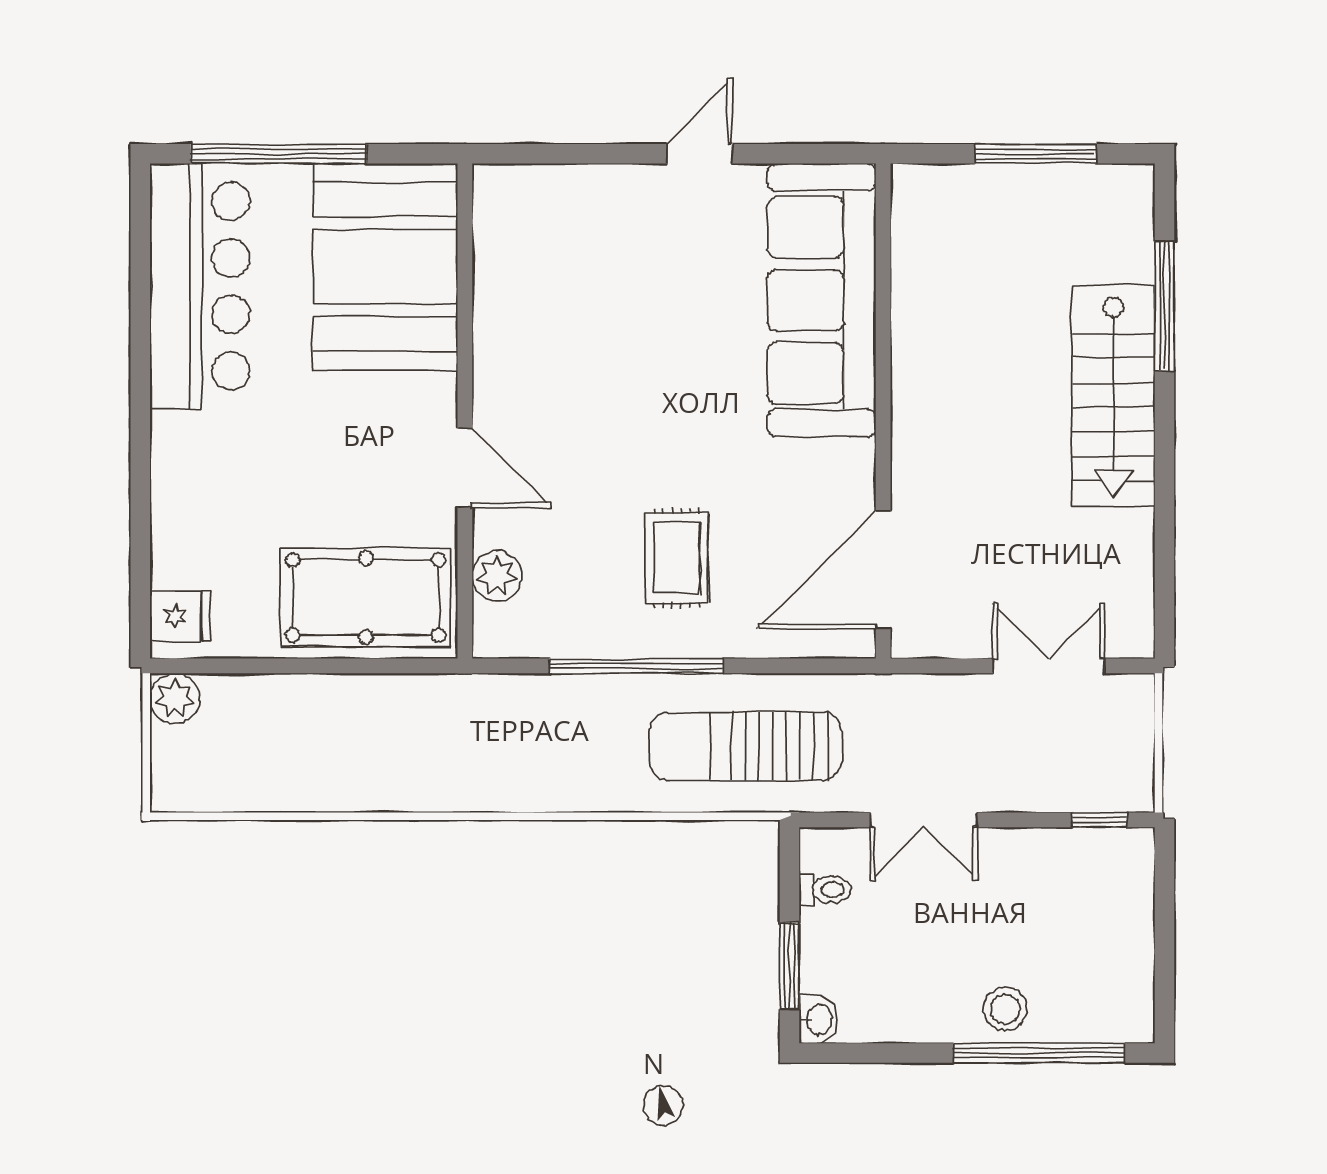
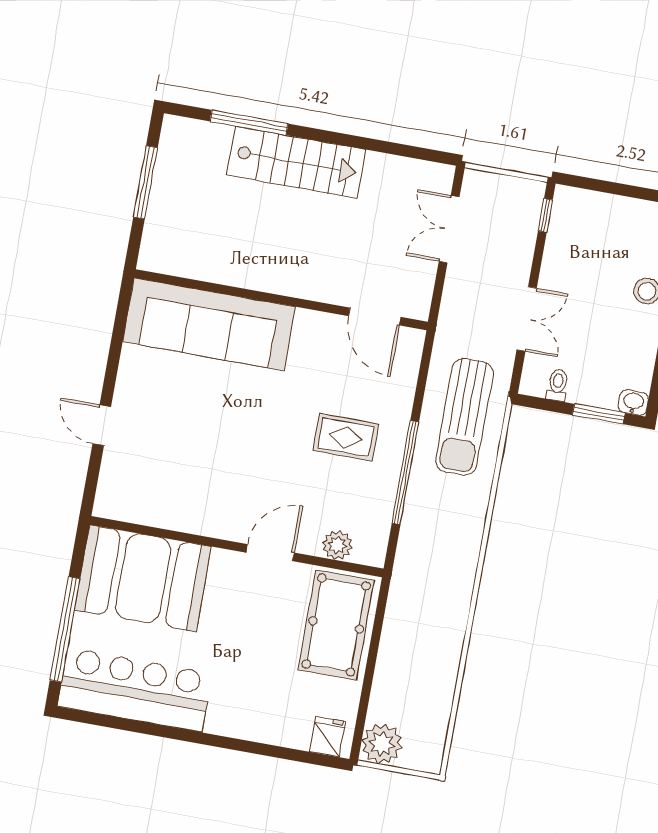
door: (700, 154) -> (102, 425), moved
door: (883, 570) -> (375, 317), width x0.73
plant: (175, 698) -> (382, 744), width x1.36, depth x1.36

